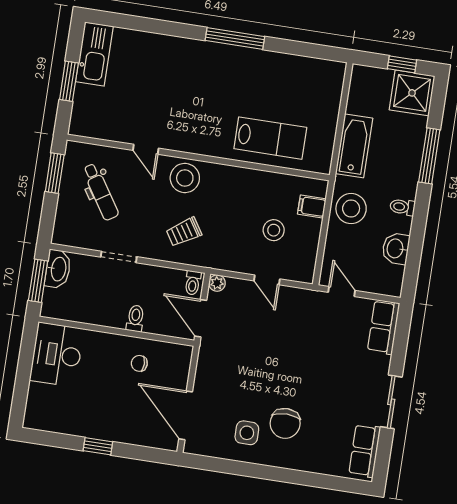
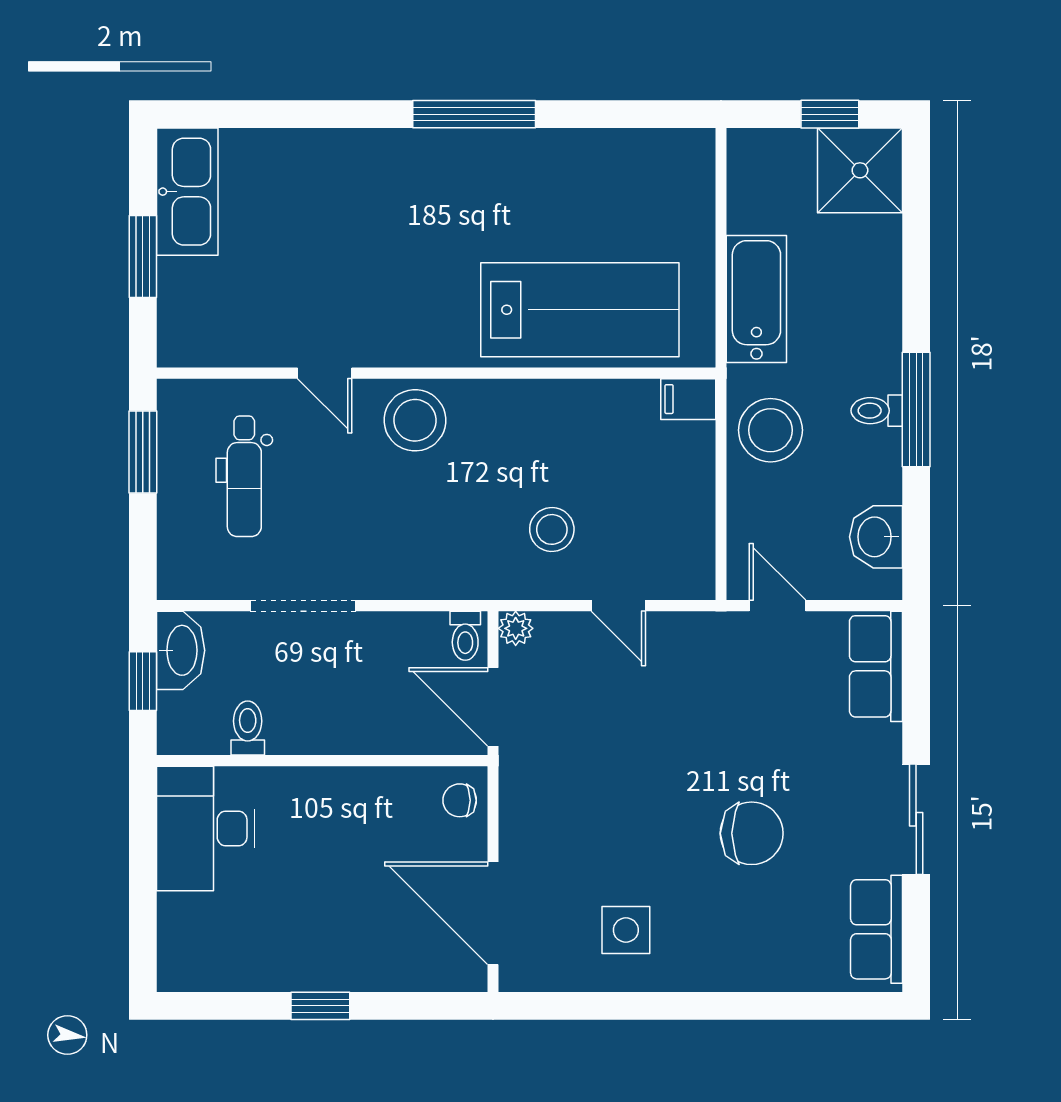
lab bench: (270, 138) -> (580, 310), width x1.36, depth x1.39
window: (429, 156) -> (916, 409), moved
dental chair: (101, 192) -> (244, 476), turned 33
filing cabinet: (312, 206) -> (688, 399), moved
stool: (274, 230) -> (552, 529), moved
trolley: (184, 232) -> (430, 533), removed
washbasin: (396, 249) -> (876, 537), moved
doorway: (119, 257) -> (303, 606), width x1.38
window: (38, 281) -> (143, 681), width x0.67
toilet: (135, 318) -> (248, 728), moved
chair: (139, 363) -> (460, 800), moved
chair: (285, 423) -> (752, 833), moved, turned -90

